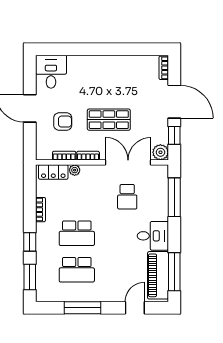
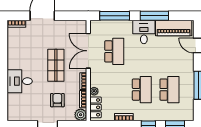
desk: (51, 72) -> (20, 81), moved
window: (174, 135) -> (68, 16), removed
plant: (160, 152) -> (81, 115), moved
school desk: (127, 197) -> (114, 51), width x1.85
window: (174, 272) -> (154, 16), moved

